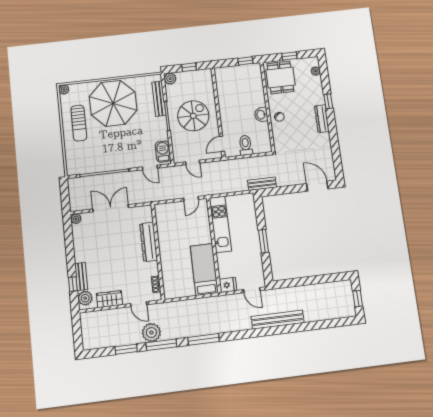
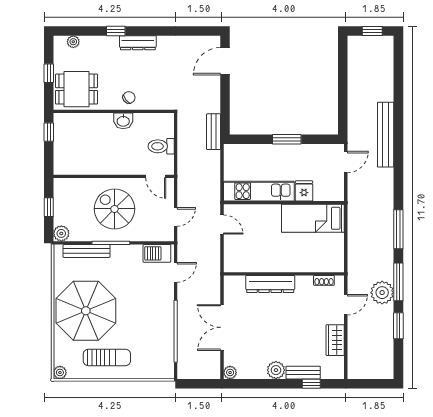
fridge: (228, 285) -> (304, 191), moved
plant: (85, 298) -> (276, 370), moved

